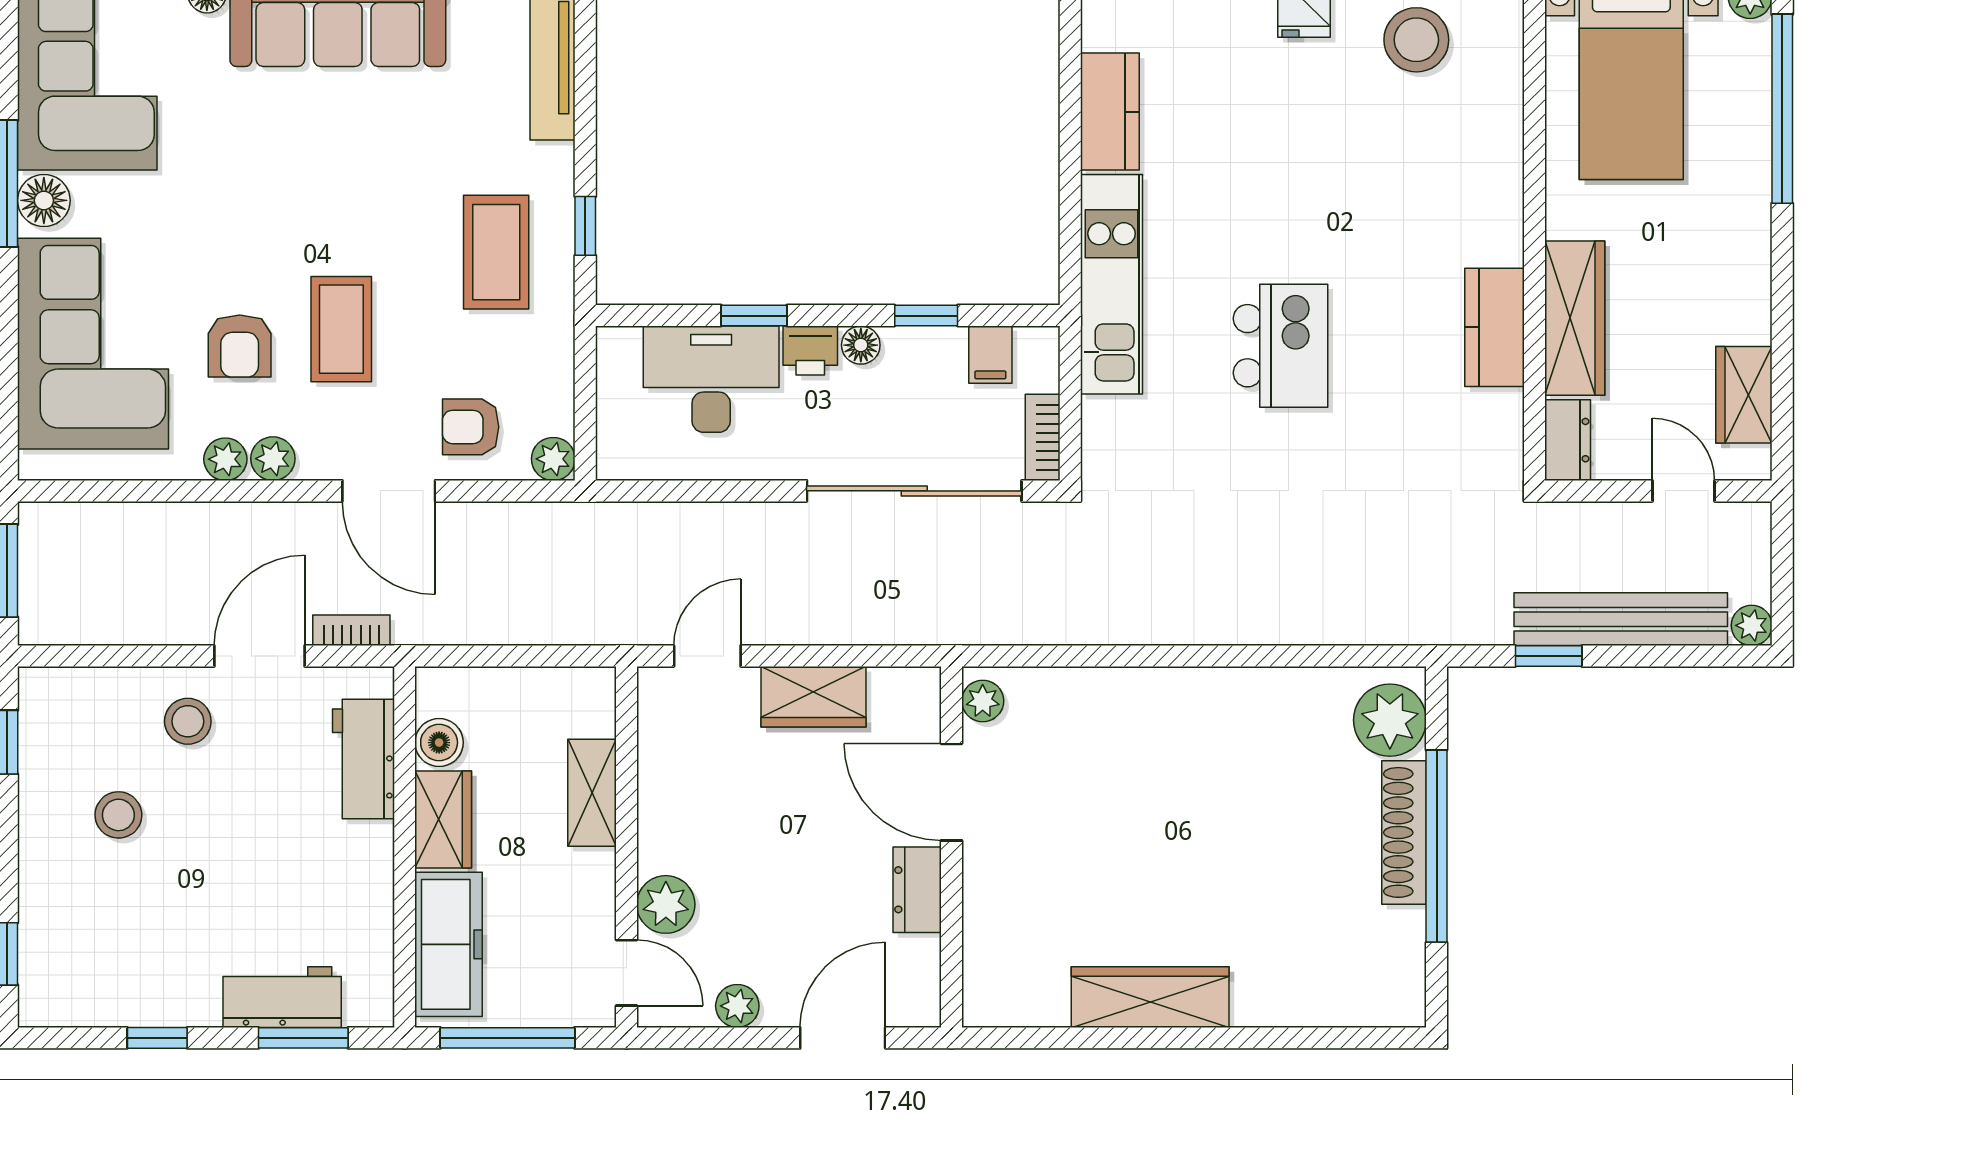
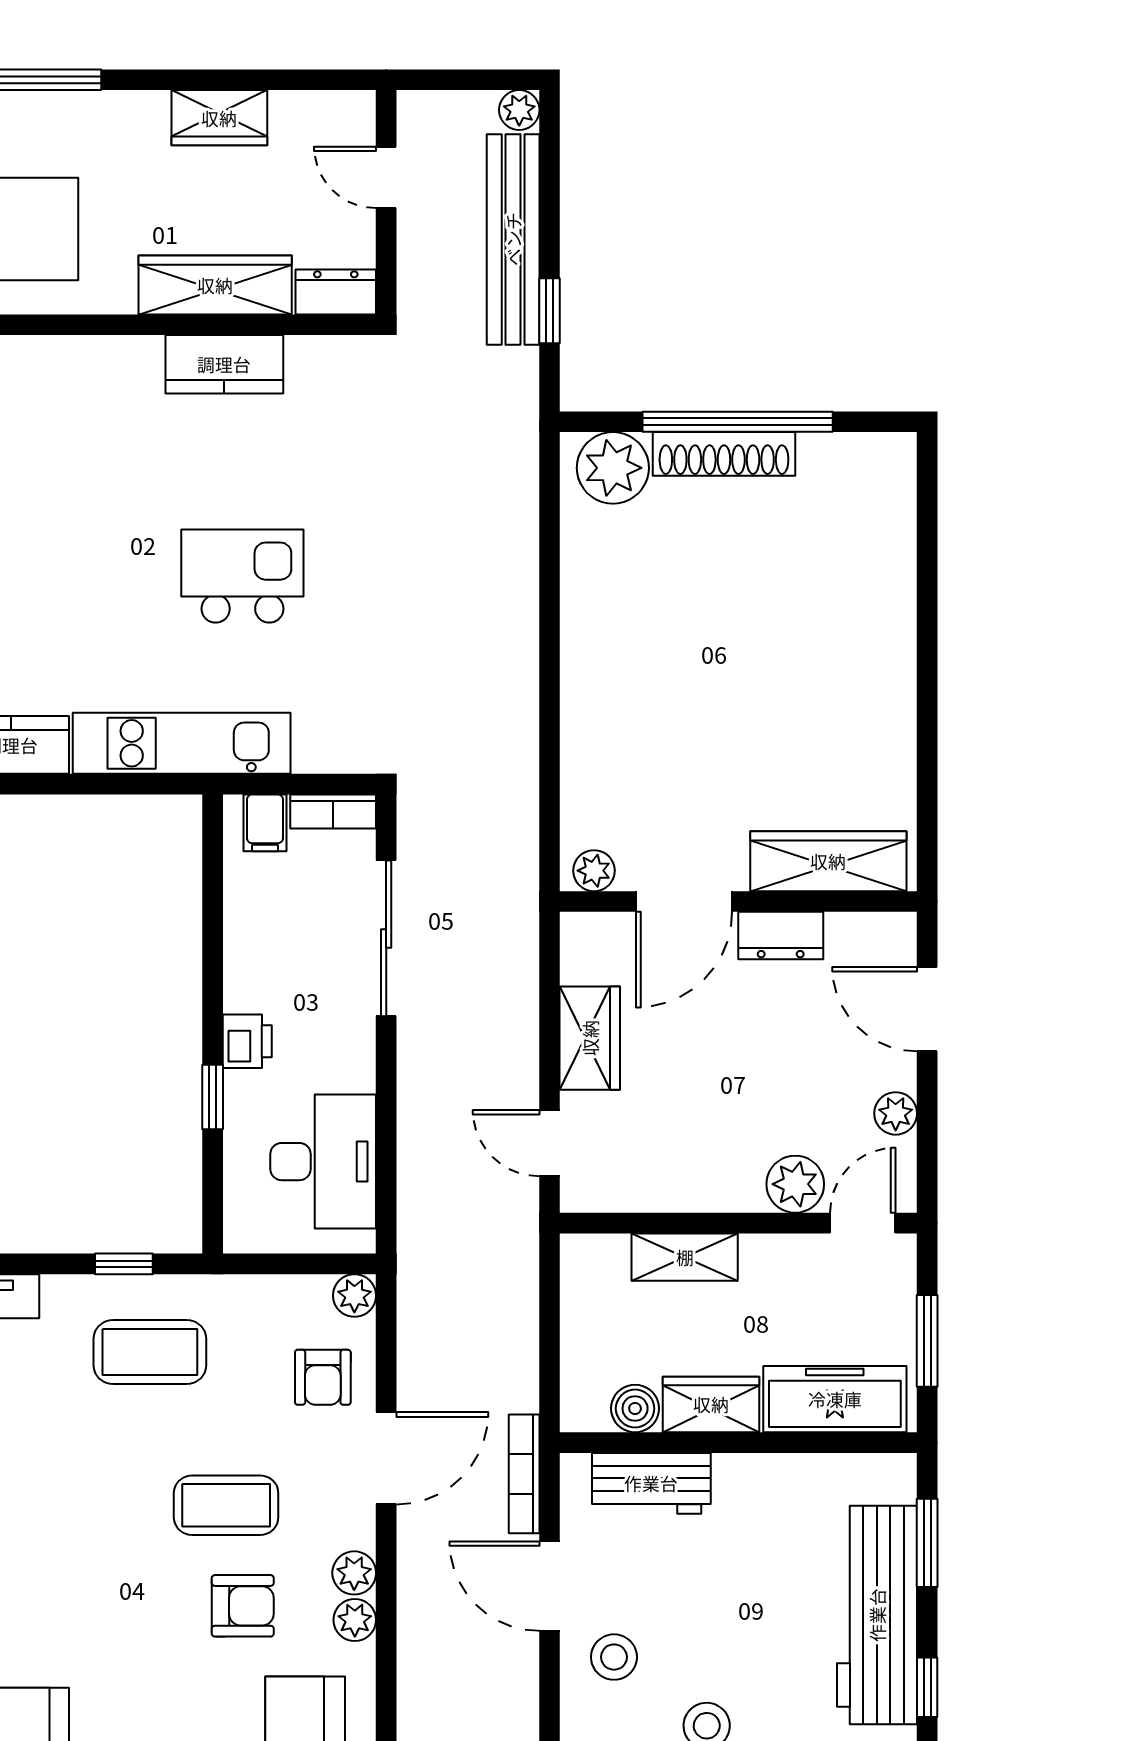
window: (926, 316) -> (213, 927), removed
floor lamp: (861, 345) -> (242, 991), removed
filing cabinet: (990, 355) -> (265, 823), moved, turned 90
desk: (711, 379) -> (323, 1162), moved, turned 180
wardrobe: (1744, 395) -> (219, 118), moved
sliding door: (914, 491) -> (386, 938), width x0.73
door: (1683, 491) -> (386, 177), hinge flipped
bookcase: (351, 630) -> (524, 1474), width x1.56
workbench: (282, 997) -> (877, 1615), width x1.88, depth x1.32
wardrobe: (1150, 997) -> (828, 861), moved, turned 90
window: (507, 1038) -> (927, 1341), width x0.69

